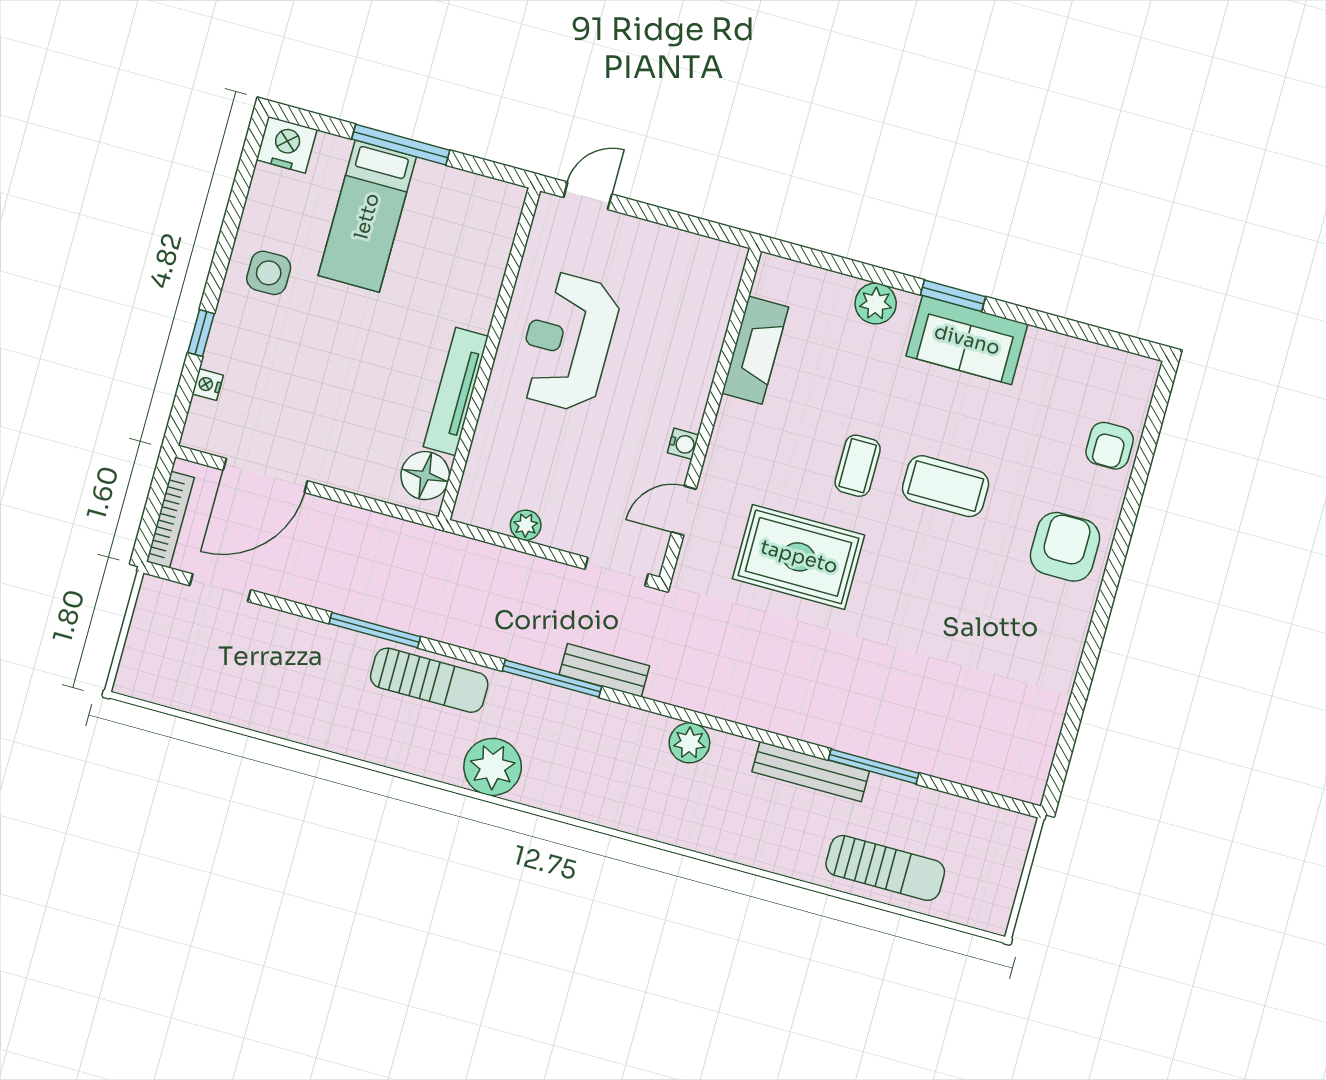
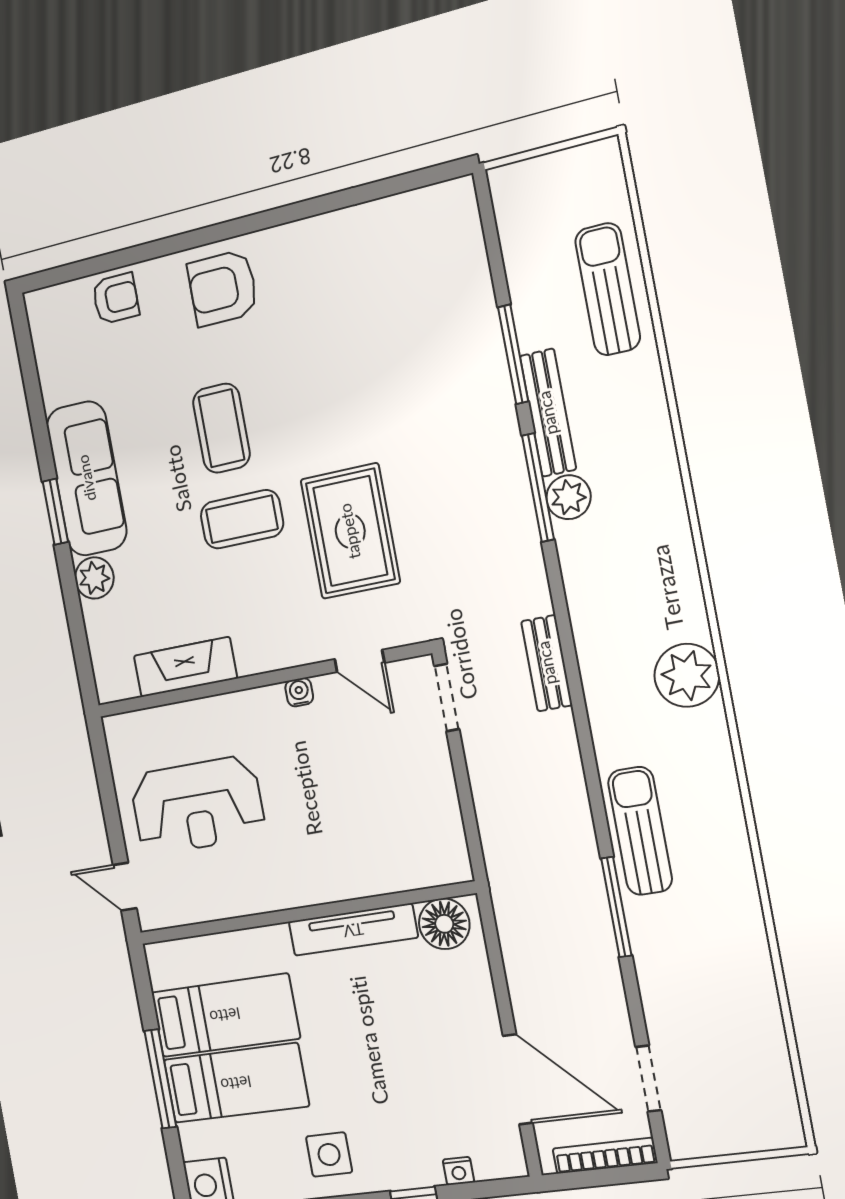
bed: (431, 236) -> (225, 1015), added
sofa: (967, 340) -> (87, 478), width x1.36
reception desk: (568, 342) -> (197, 806), moved
coffee table: (858, 466) -> (242, 519), width x1.36, depth x1.30
plant: (526, 525) -> (445, 806), removed
window: (552, 679) -> (538, 488), moved
plant: (689, 743) -> (569, 497), moved
plant: (493, 767) -> (687, 675), moved

